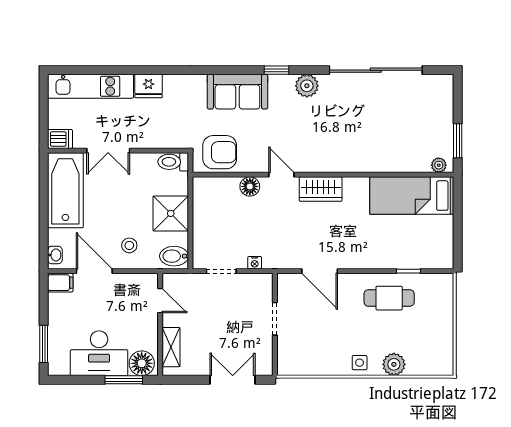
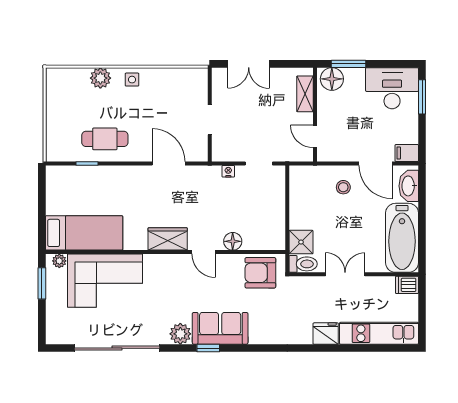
sofa: (237, 92) -> (220, 328), moved
corner sofa: (389, 144) -> (105, 281), added
double door: (108, 151) -> (345, 274), moved
shower: (171, 213) -> (301, 242), moved, width x0.73, depth x0.73
washbasin: (55, 255) -> (409, 186), width x1.91, depth x1.45
bidet: (174, 256) -> (302, 177), removed
desk: (99, 353) -> (392, 88), moved

